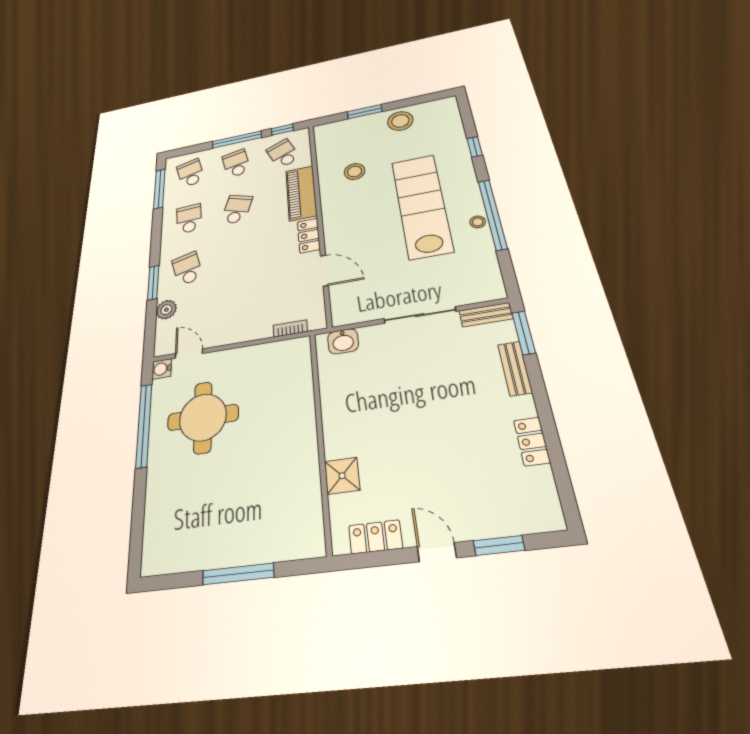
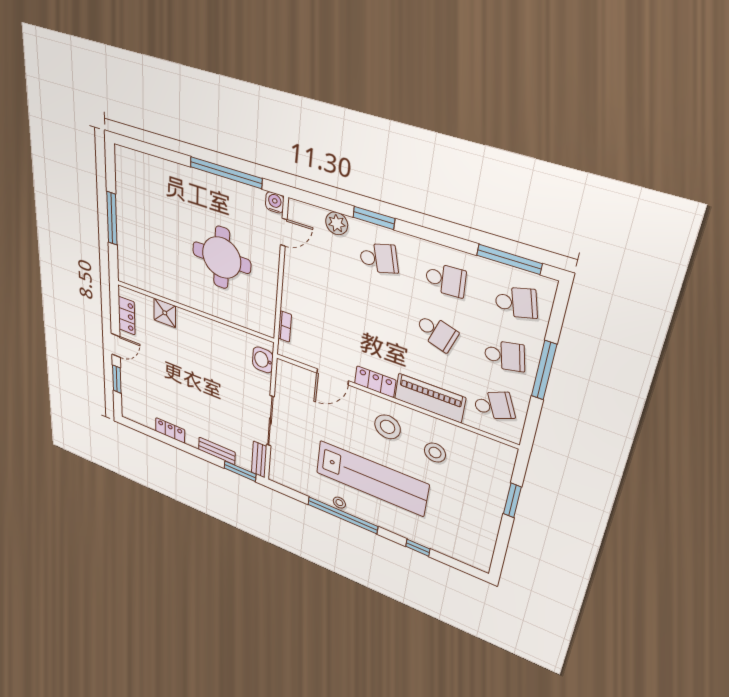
stool: (400, 121) -> (388, 427), moved
window: (282, 130) -> (532, 420), removed
round table: (203, 417) -> (222, 258), moved

